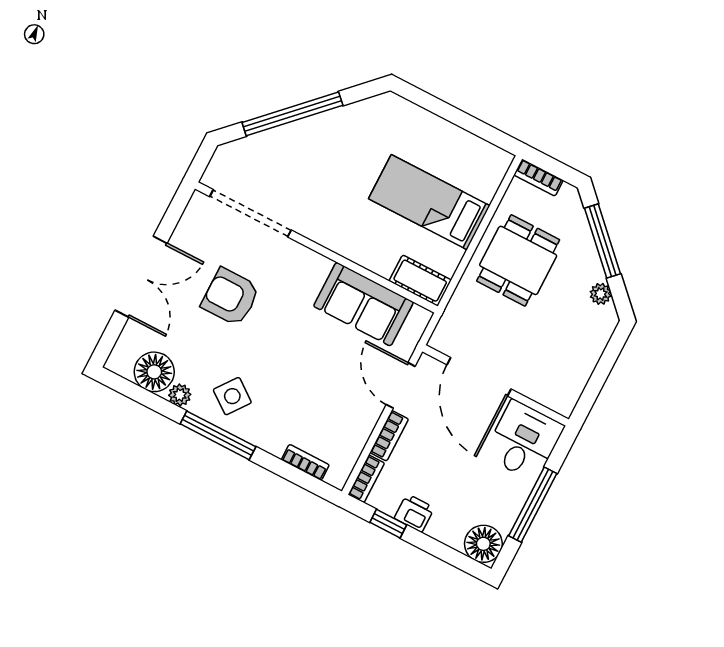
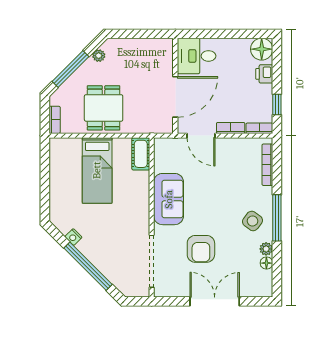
nightstand: (348, 115) -> (73, 237), added
dining table: (518, 260) -> (104, 108), turned 90
sofa: (363, 304) -> (169, 199), moved
floor lamp: (154, 372) -> (266, 263), width x0.53, depth x0.53
door: (401, 385) -> (201, 136), hinge flipped
bookcase: (305, 462) -> (267, 165), width x1.56
window: (533, 505) -> (228, 34), removed
printer: (414, 513) -> (264, 74), moved

